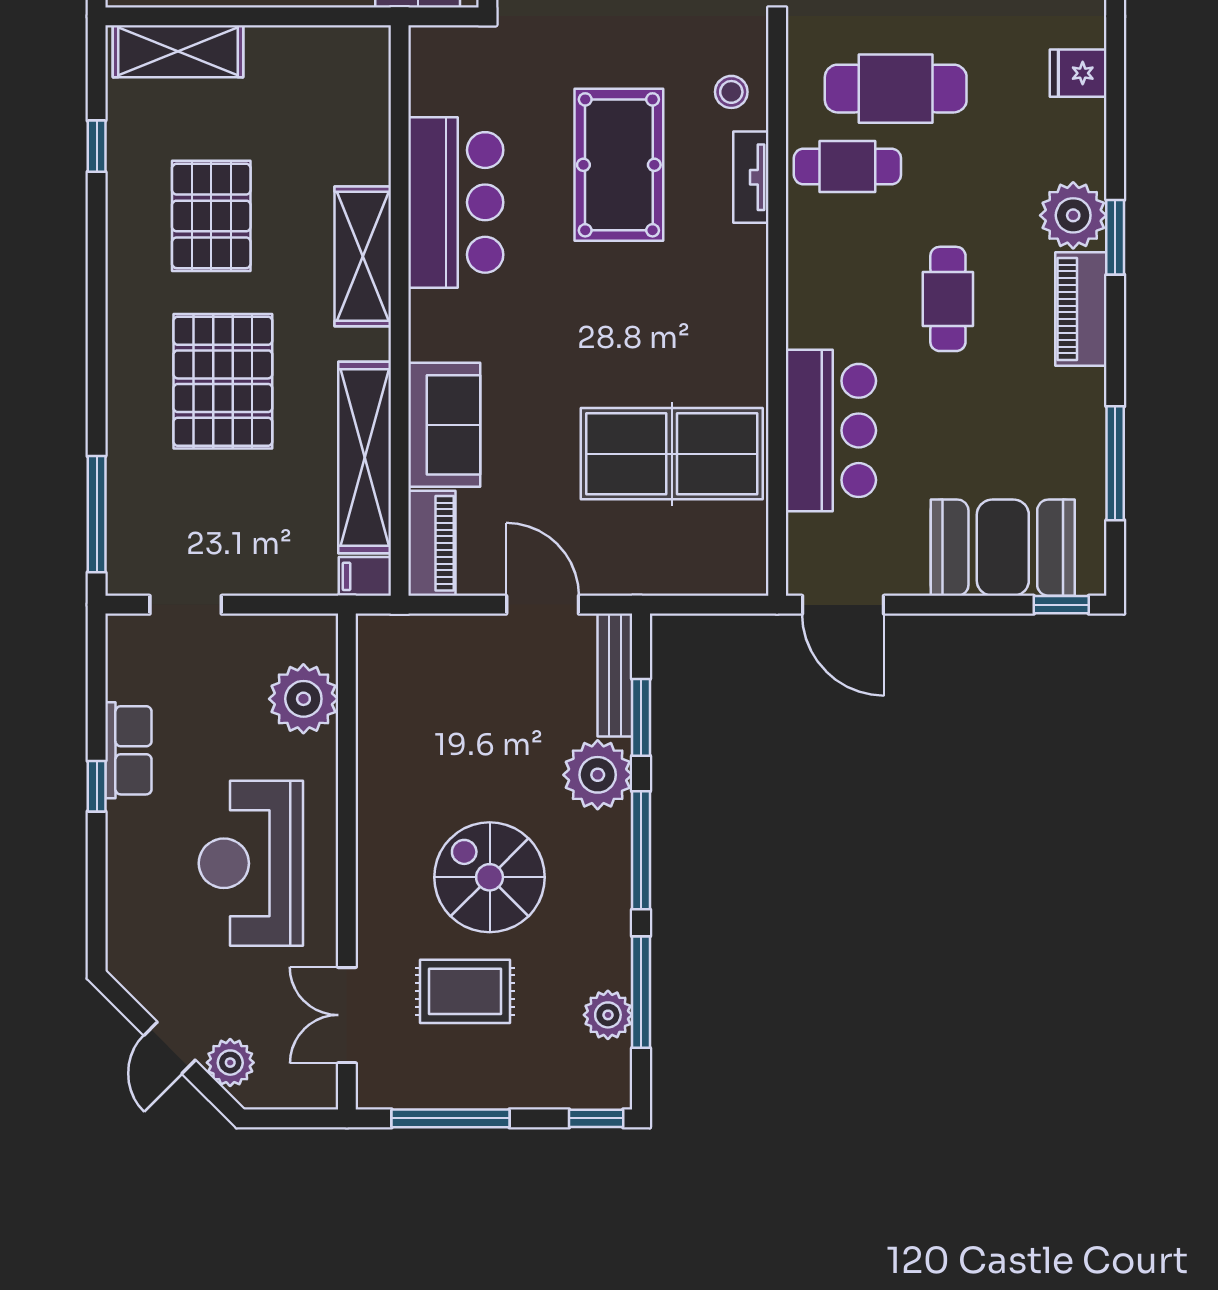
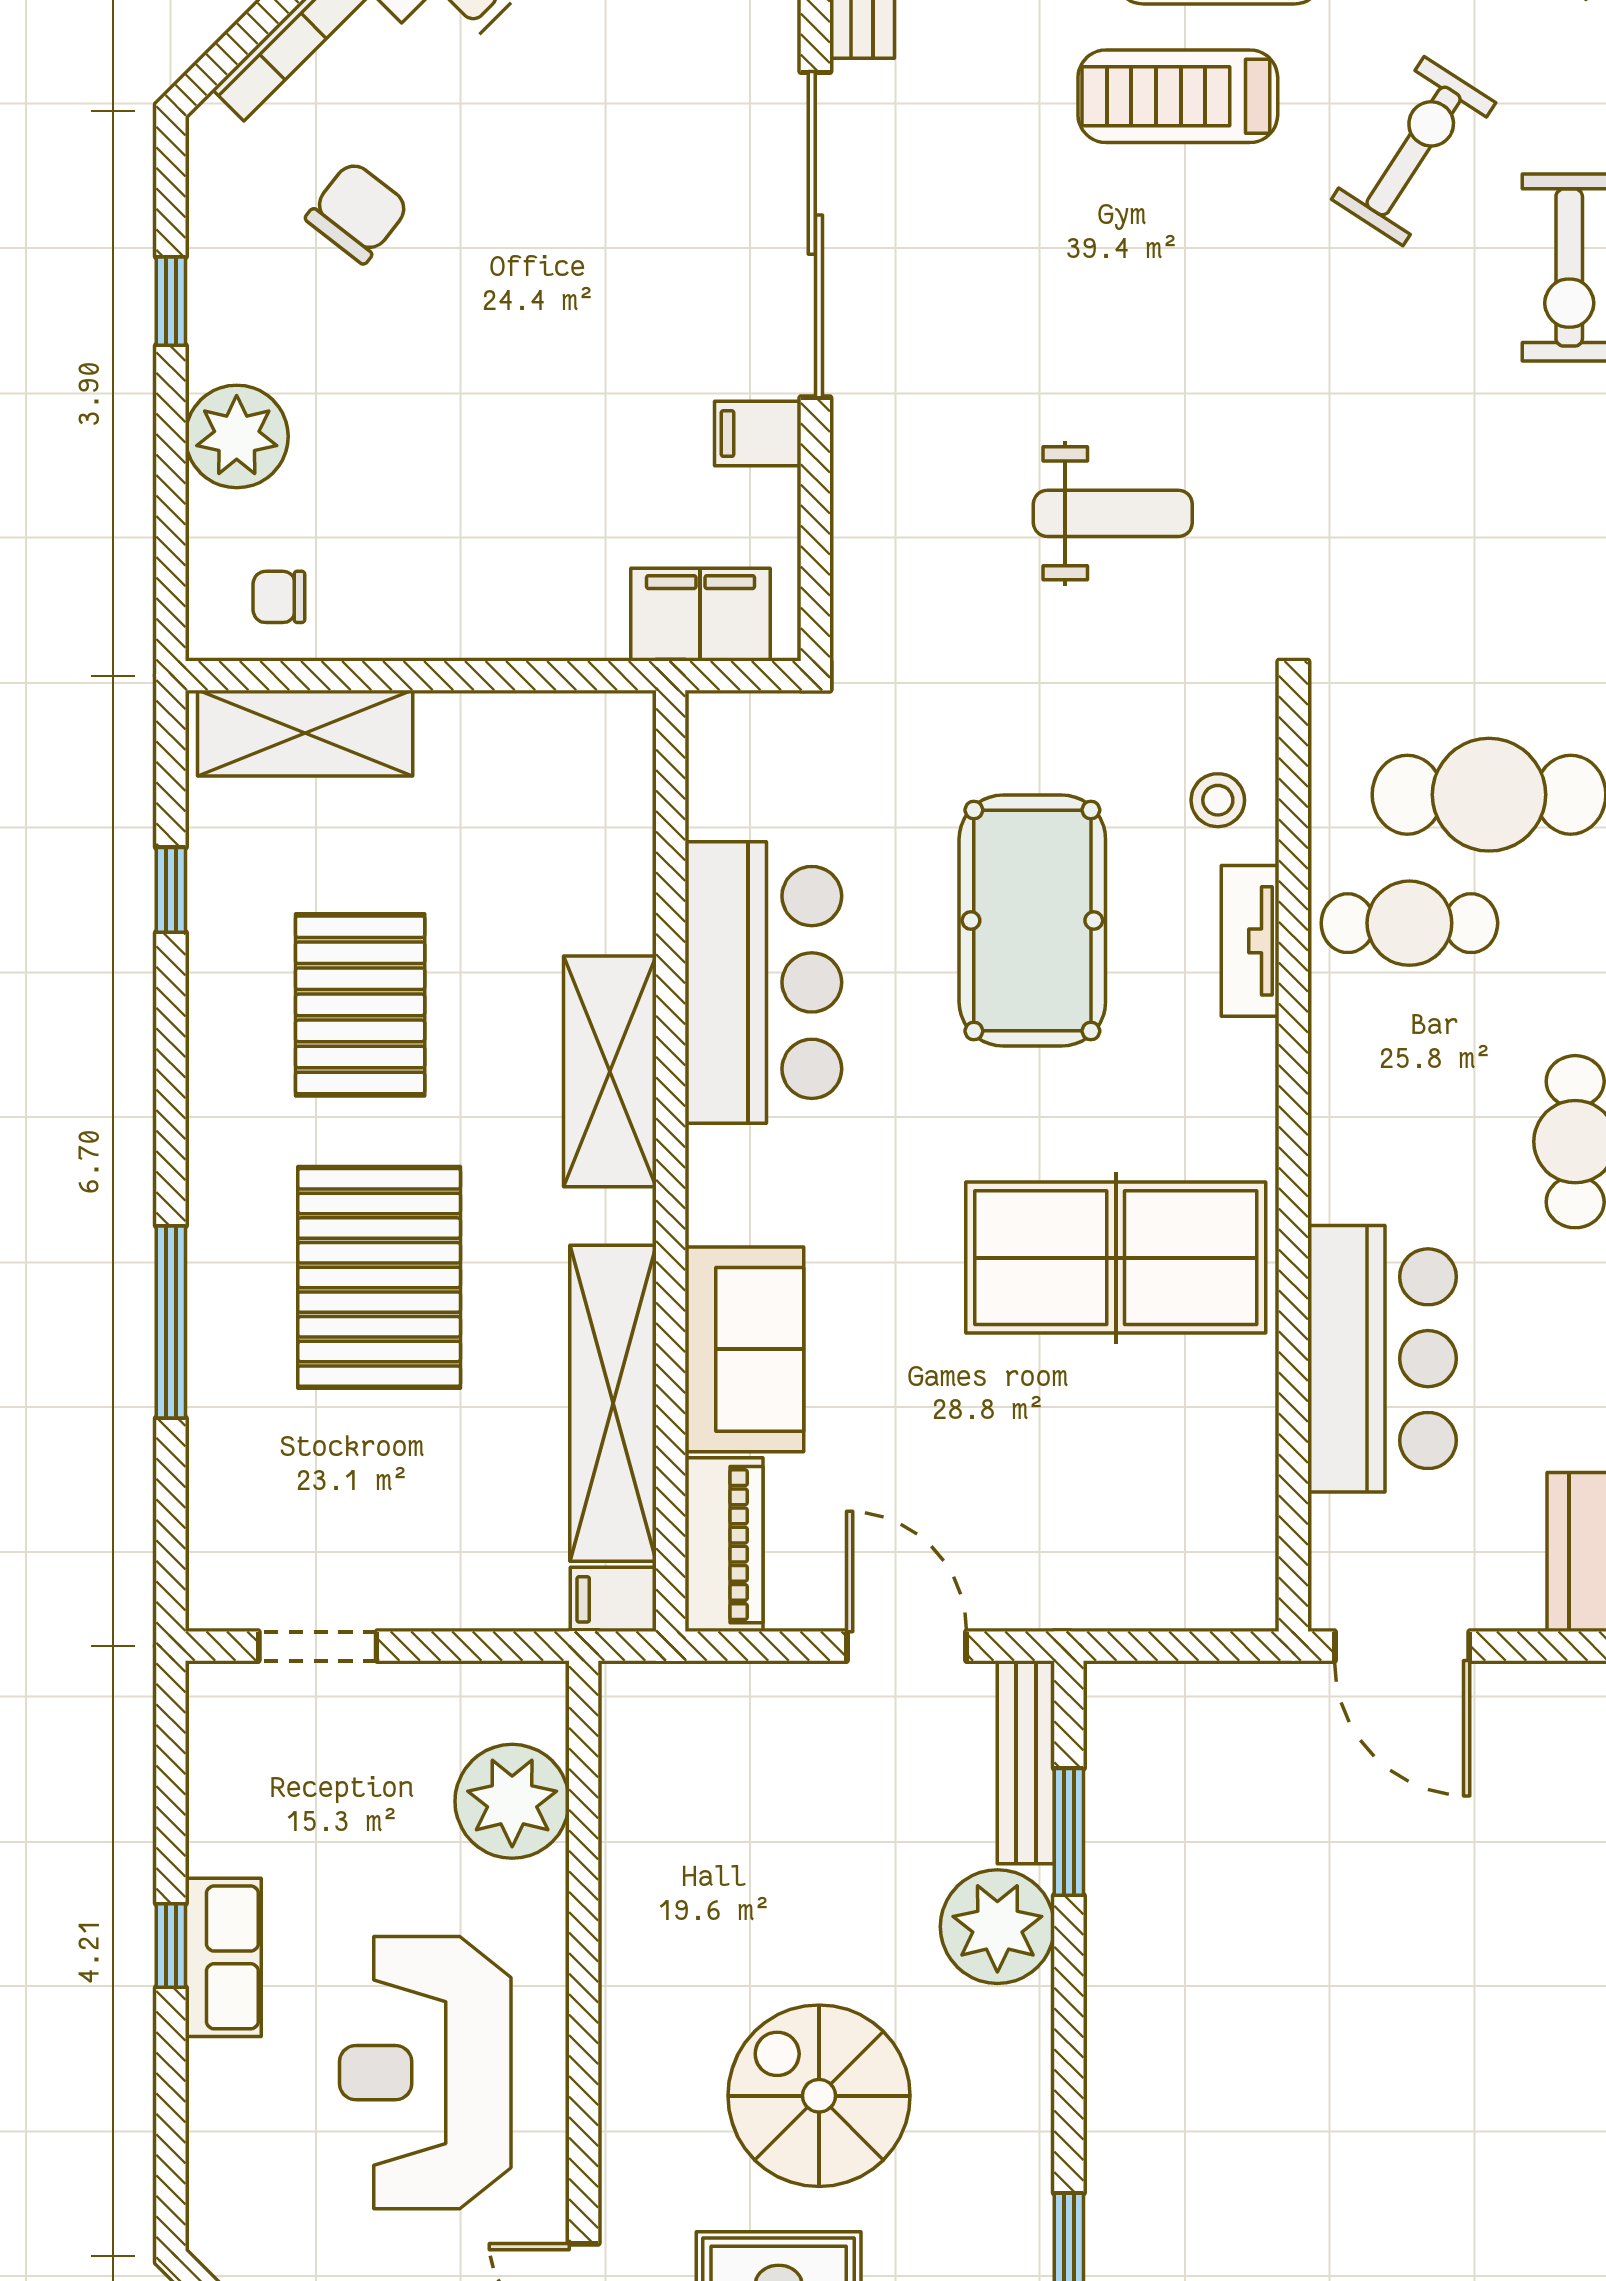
table tennis table: (672, 454) -> (1116, 1258), moved
window: (97, 514) -> (171, 1322), moved
row of seats: (128, 750) -> (223, 1957), moved
window: (641, 850) -> (1069, 2051), removed

